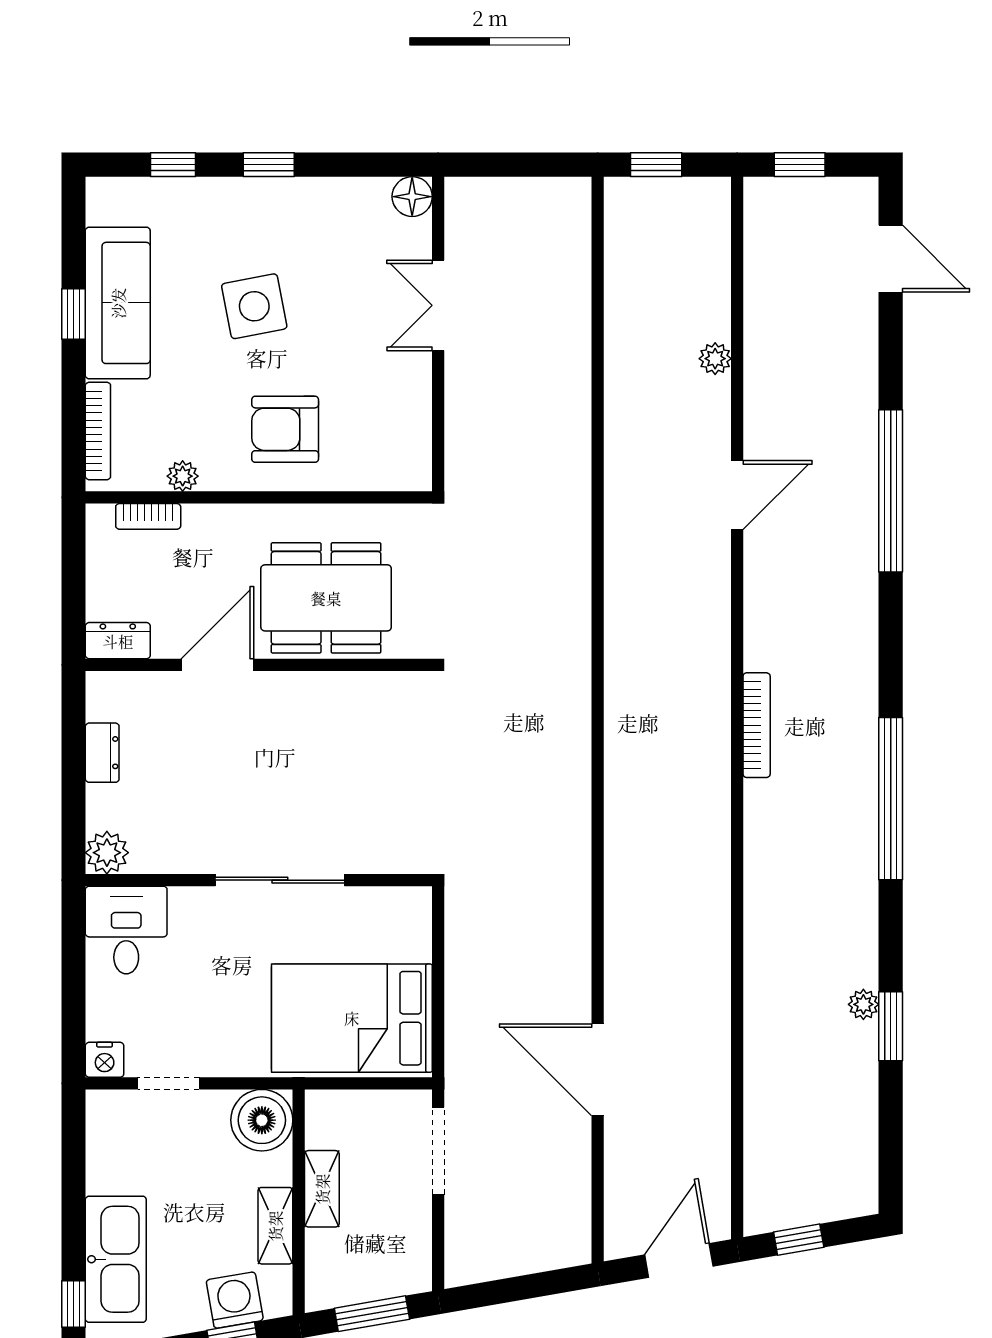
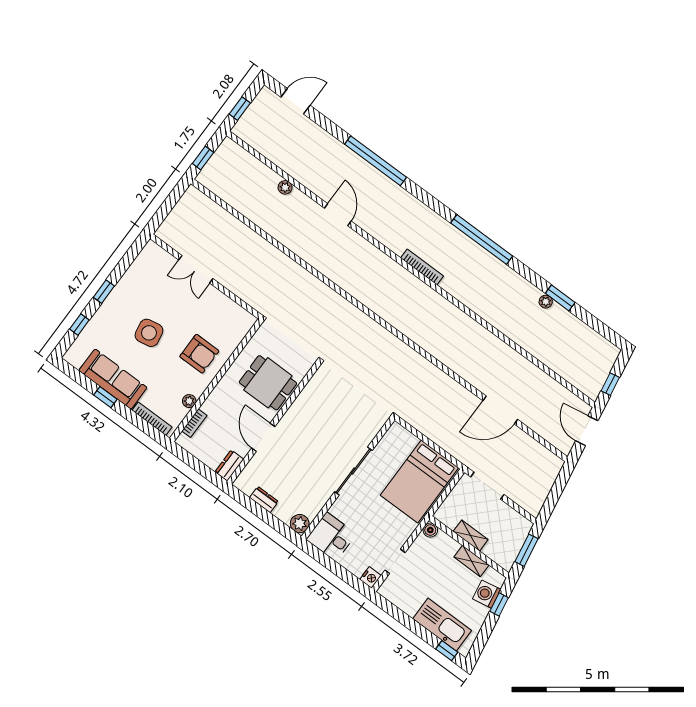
floor lamp: (412, 197) -> (152, 250), removed
armchair: (285, 429) -> (199, 354), turned -90
dining table: (326, 598) -> (268, 383), width x0.73
boiler: (262, 1120) -> (430, 530), width x0.54, depth x0.54

